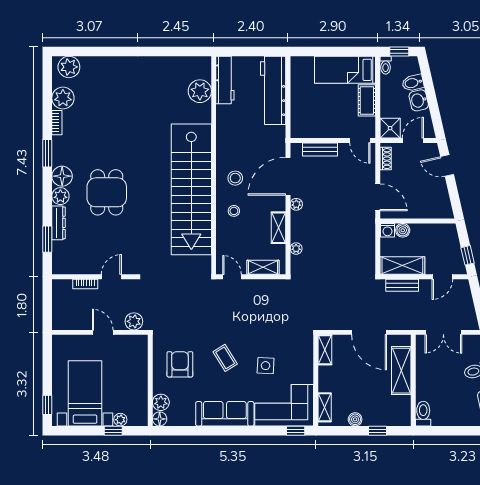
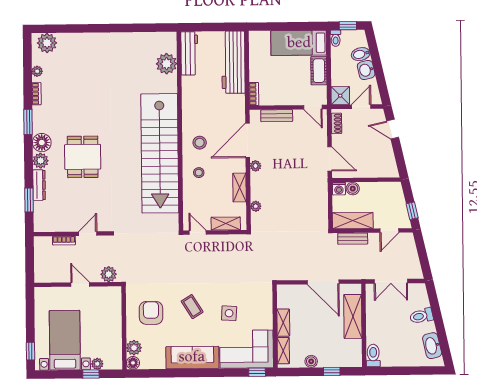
plant: (63, 98) -> (37, 71), width x0.53, depth x0.53
bookcase: (295, 125) -> (254, 94), added
shelving: (325, 350) -> (283, 323), moved

